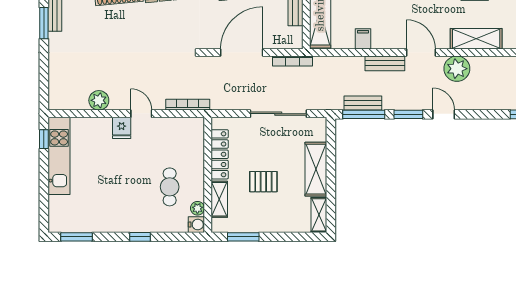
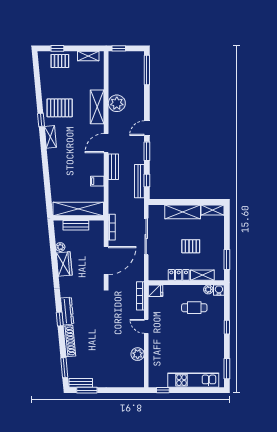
door: (242, 52) -> (106, 260), swing flipped
plant: (457, 69) -> (117, 103), moved
bench: (363, 103) -> (139, 181), width x1.36
door: (141, 114) -> (146, 326), hinge flipped
window: (364, 114) -> (147, 181), width x0.46
fridge: (122, 128) -> (156, 291), moved
locker: (220, 154) -> (179, 275), width x0.66
kitchen unit: (59, 156) -> (193, 380), moved
pallet: (263, 182) -> (191, 246), turned 90

